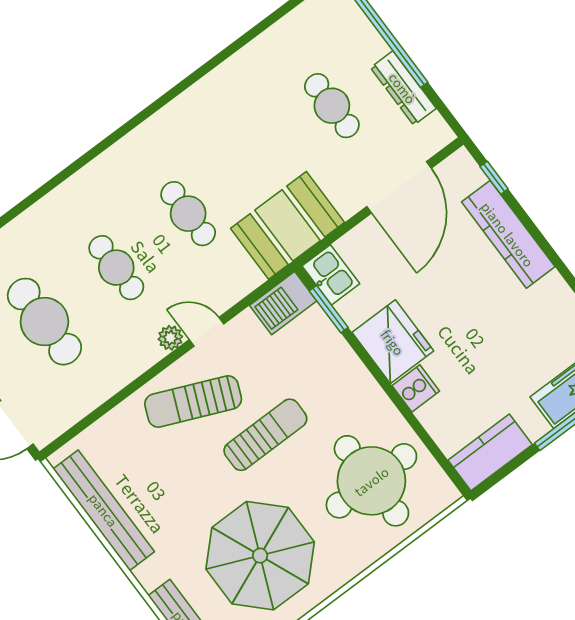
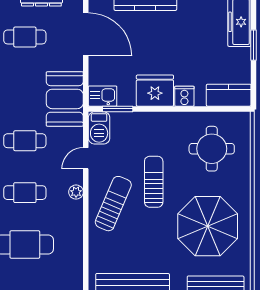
door: (207, 332) -> (86, 158), moved
sun lounger: (193, 401) -> (113, 204), turned 180
kitchen counter: (490, 452) -> (229, 95), moved, turned 90
round table: (371, 481) -> (212, 149), width x0.73, depth x0.73

